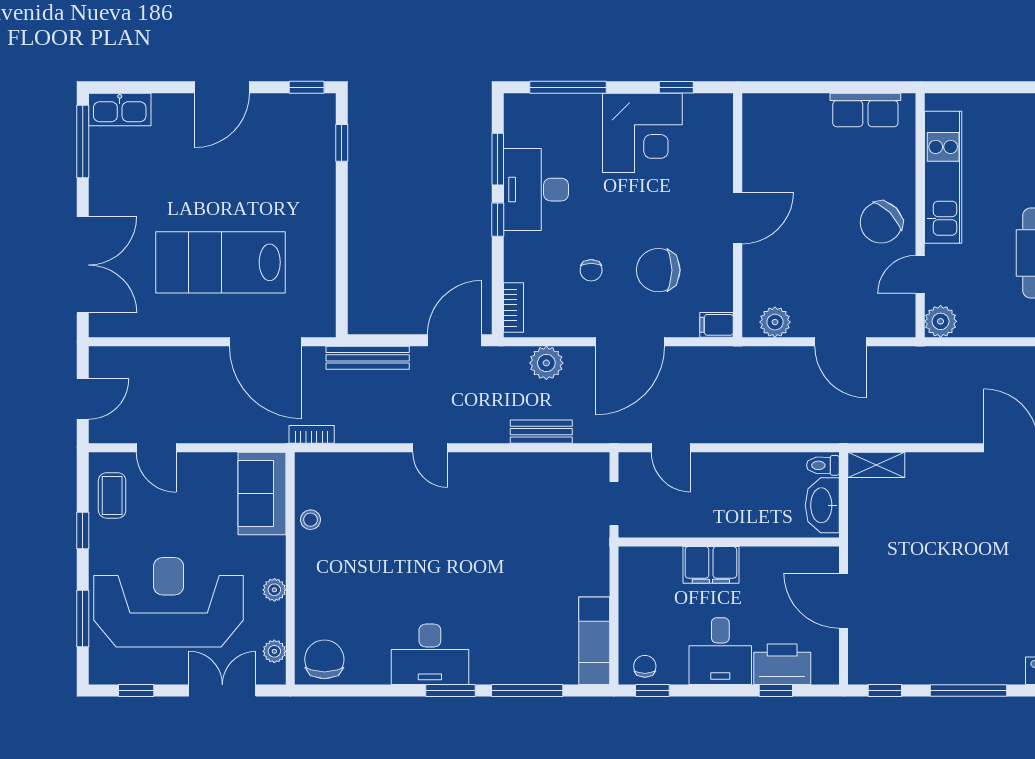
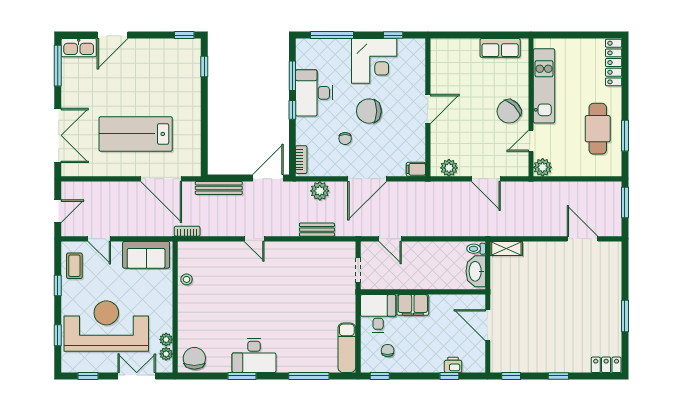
door: (222, 87) -> (112, 35), moved
chair: (658, 270) -> (369, 111), moved
sofa: (262, 494) -> (146, 255), moved, turned -90
plant: (274, 590) -> (166, 339), moved
window: (83, 619) -> (58, 335), width x0.67
desk: (720, 651) -> (378, 313), moved, turned 180
printer: (782, 664) -> (453, 365), width x0.53, depth x0.68
chair: (645, 666) -> (388, 350), moved
window: (450, 691) -> (242, 376), moved
window: (969, 691) -> (558, 376), width x0.46

